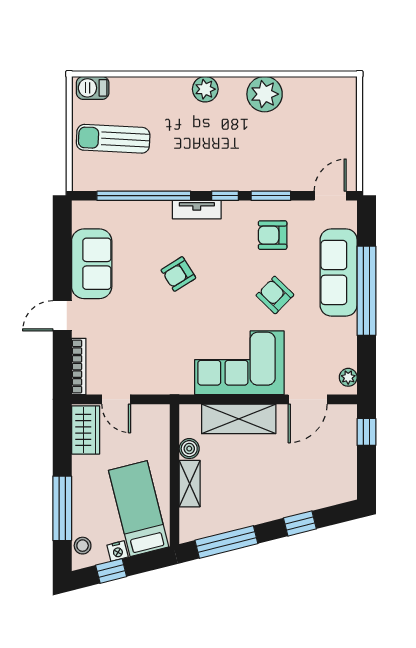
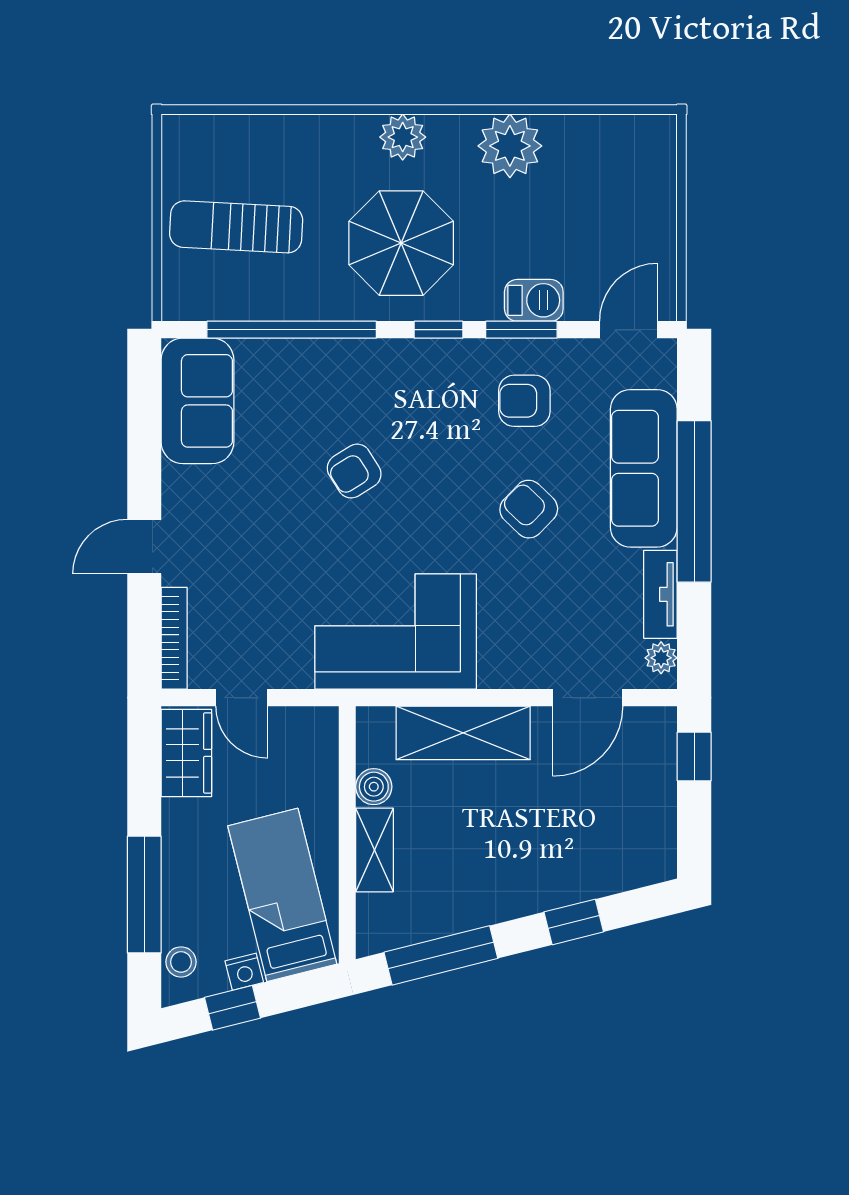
barbecue: (93, 88) -> (534, 300), moved, turned 180
parasol: (204, 148) -> (401, 243), added
tv unit: (197, 210) -> (660, 594), moved, turned 90
sofa: (92, 264) -> (197, 401), moved
corner sofa: (239, 363) -> (396, 632), moved

